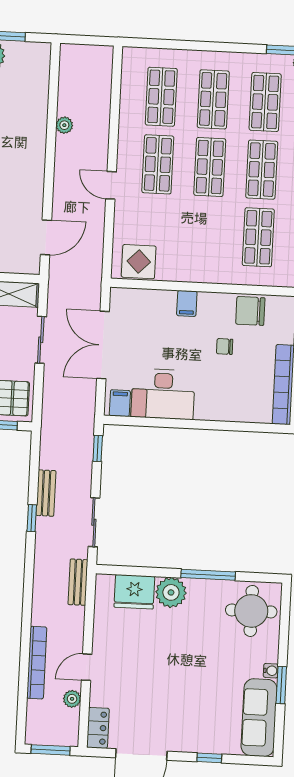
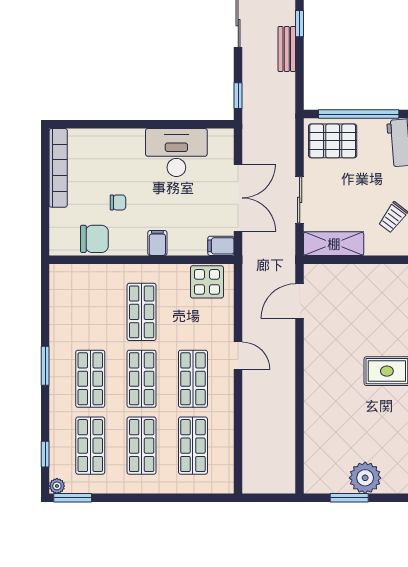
plant: (64, 125) -> (287, 413), removed
shop shelf: (258, 237) -> (142, 312), moved
filing cabinet: (120, 403) -> (221, 246), moved, turned 90

